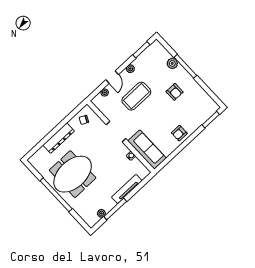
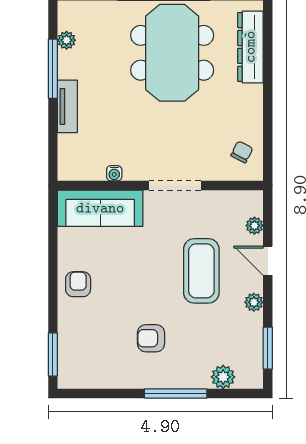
plant: (172, 63) -> (223, 377), moved
dresser: (59, 138) -> (250, 47), moved
tv unit: (127, 189) -> (67, 106), width x0.71

